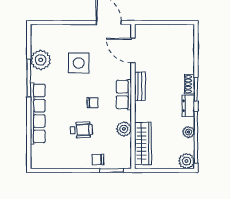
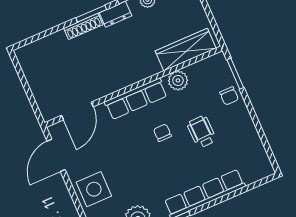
side table: (79, 63) -> (94, 189), moved
shoe rack: (189, 84) -> (83, 26), width x1.43
bench: (140, 86) -> (117, 84), removed
row of seats: (124, 94) -> (136, 99), width x1.48

